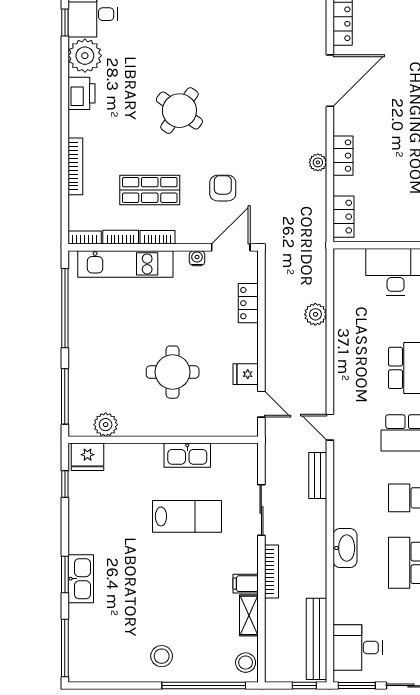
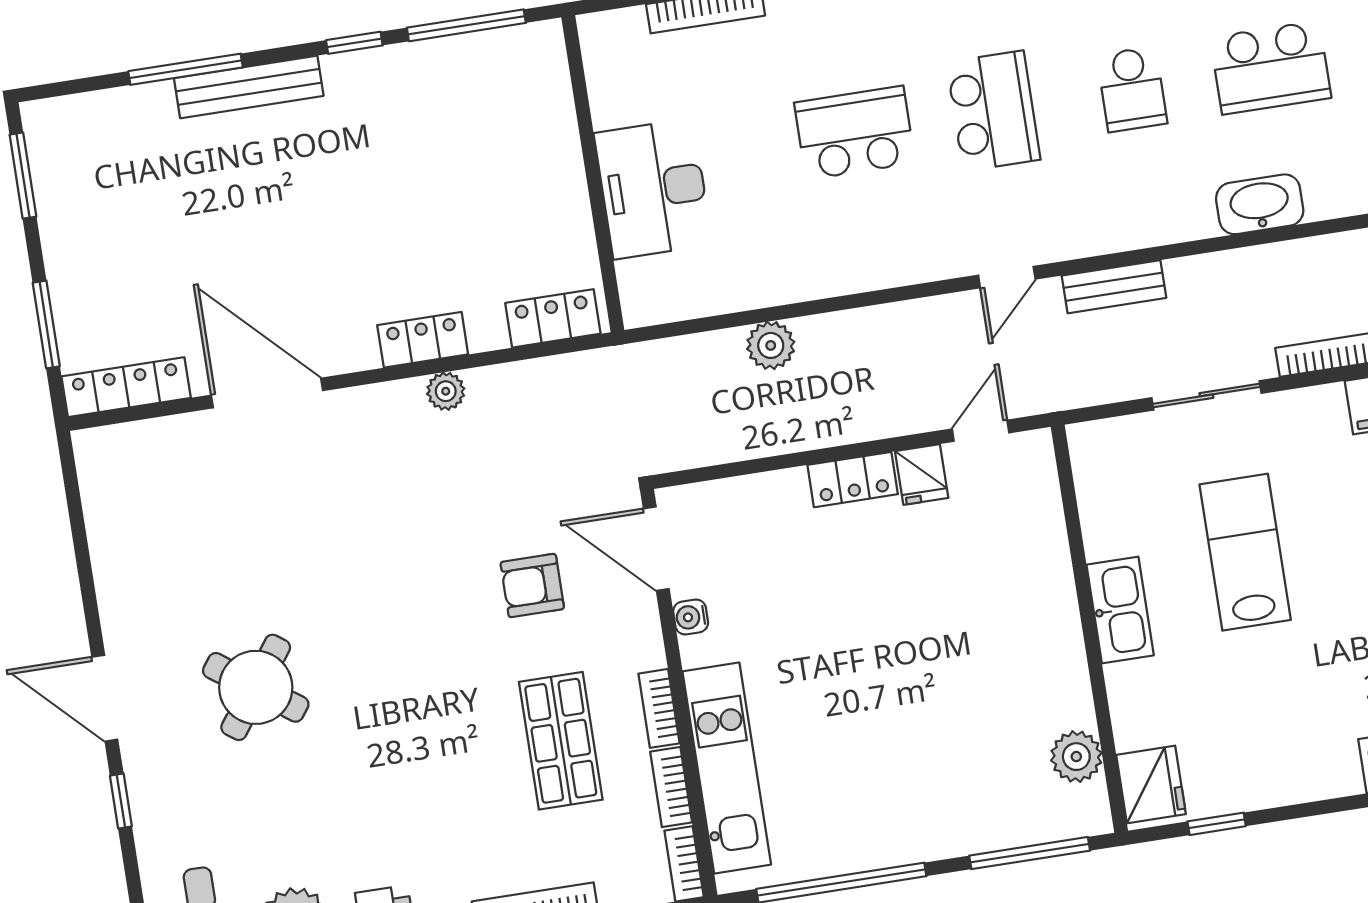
round table: (179, 111) -> (256, 687), moved
locker: (248, 303) -> (853, 480), moved
round table: (173, 372) -> (942, 631), removed
kitchen sink: (187, 455) -> (1120, 610), moved

